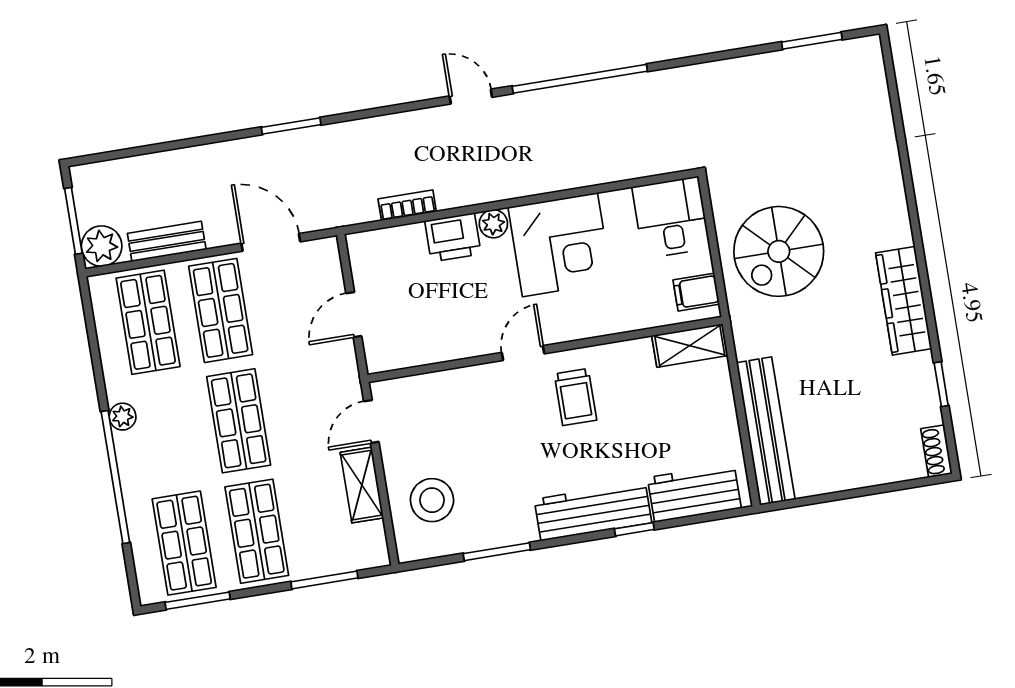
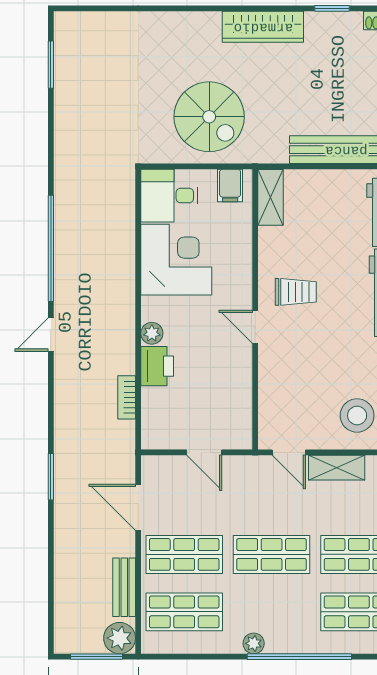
door: (271, 242) -> (138, 507), hinge flipped
corner desk: (560, 245) -> (176, 260), moved

